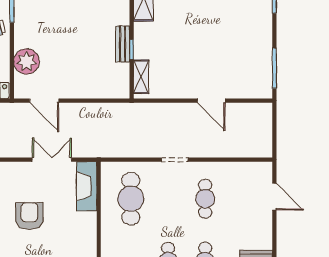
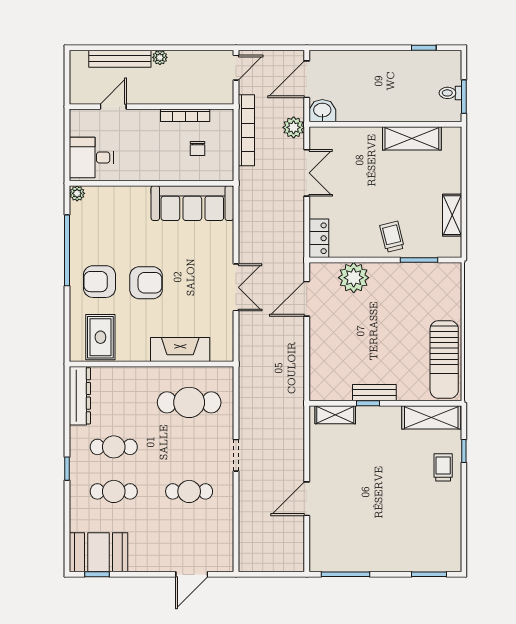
double door: (52, 160) -> (236, 287), moved
fireplace: (87, 186) -> (180, 350), moved
armchair: (29, 216) -> (146, 283), moved

